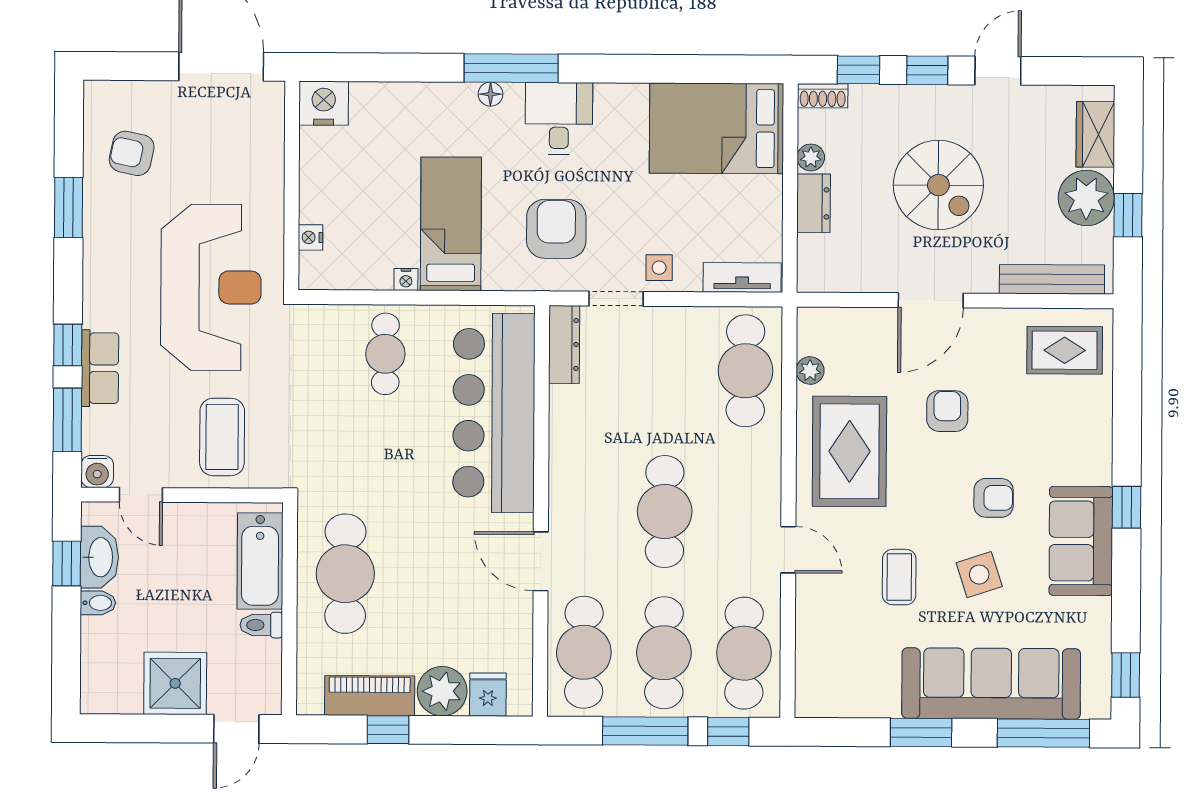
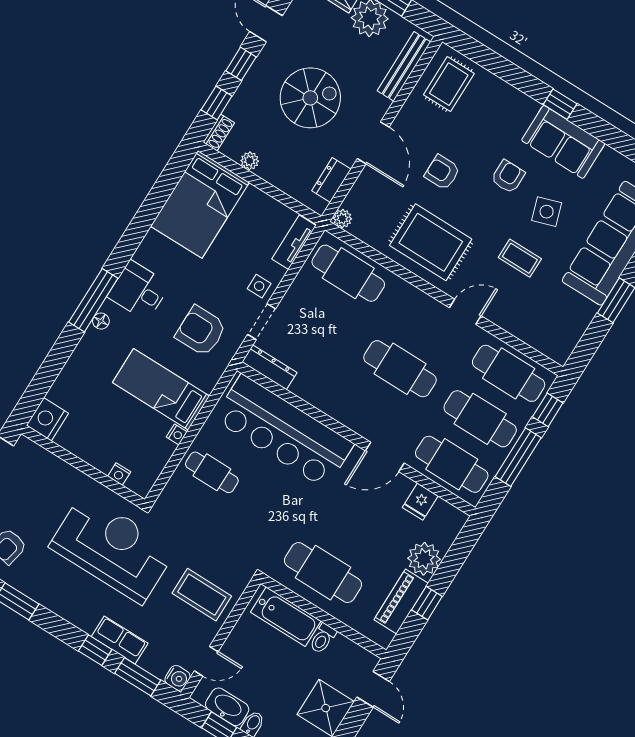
dresser: (814, 203) -> (331, 180), moved, turned -90
plant: (810, 370) -> (342, 219), moved
fridge: (488, 695) -> (420, 502), moved, turned -90

